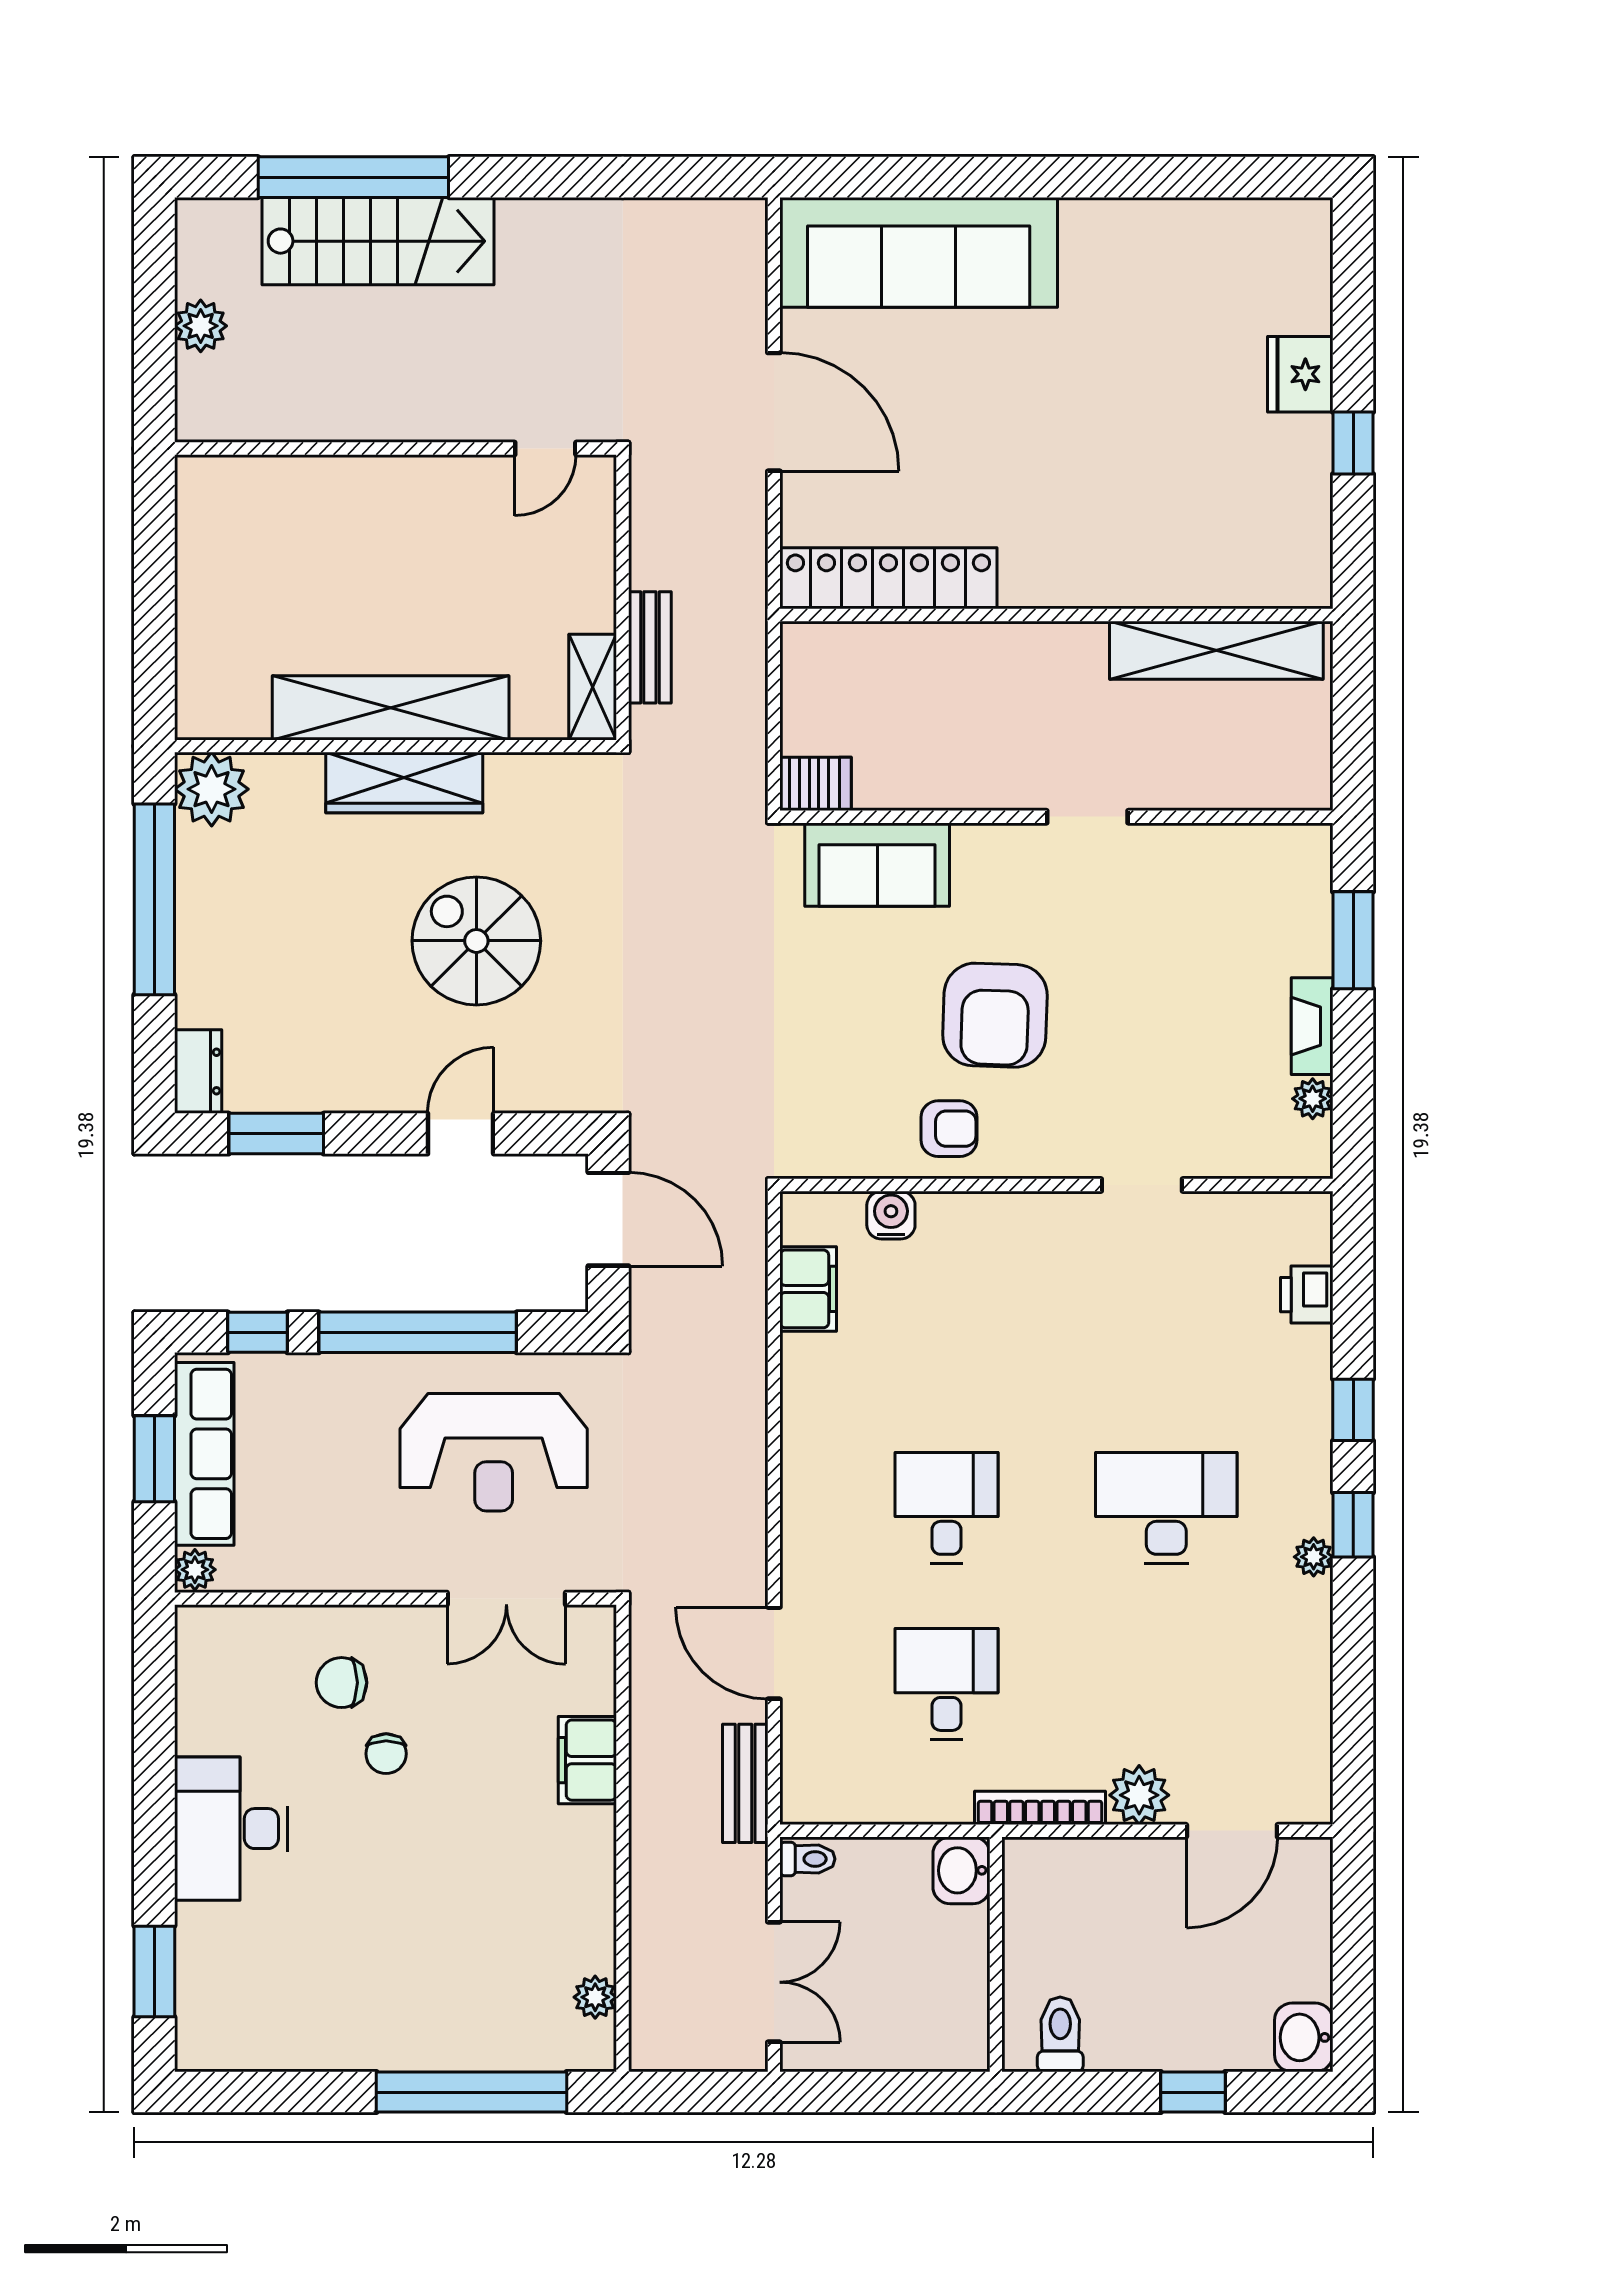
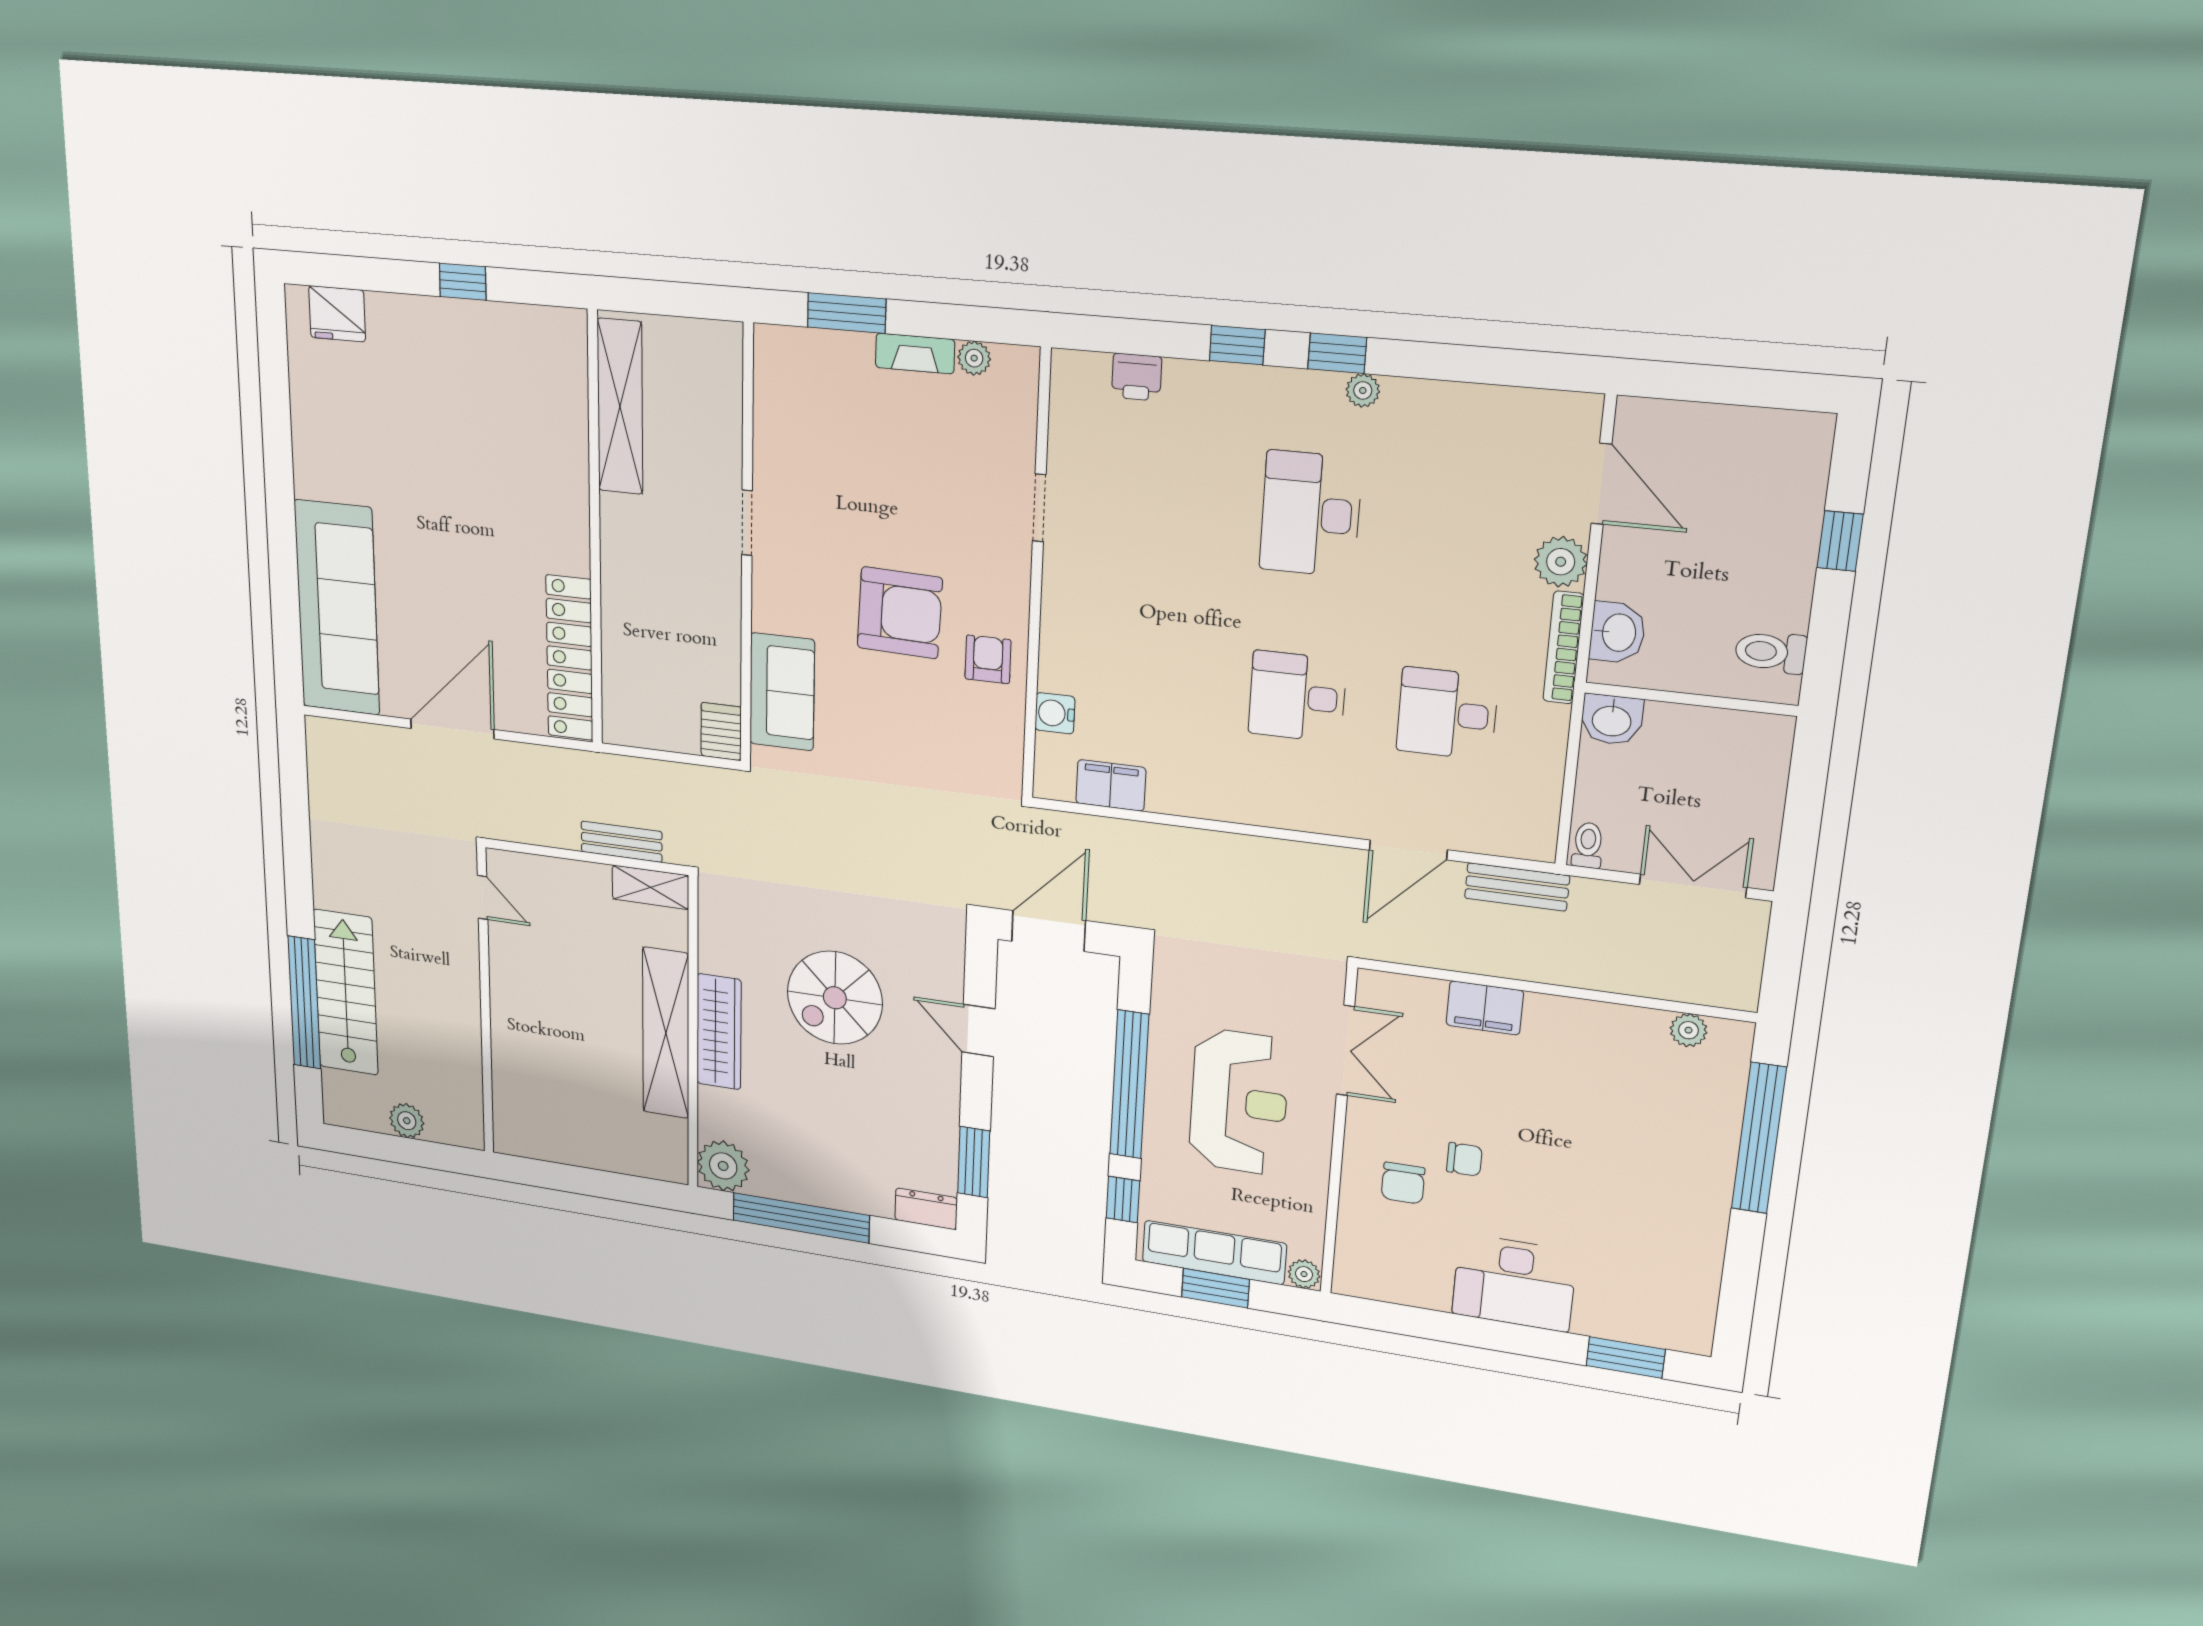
fridge: (1300, 374) -> (337, 314), moved
reception desk: (494, 1452) -> (1239, 1102), moved
washbasin: (1304, 2037) -> (1617, 633), moved, turned -90

